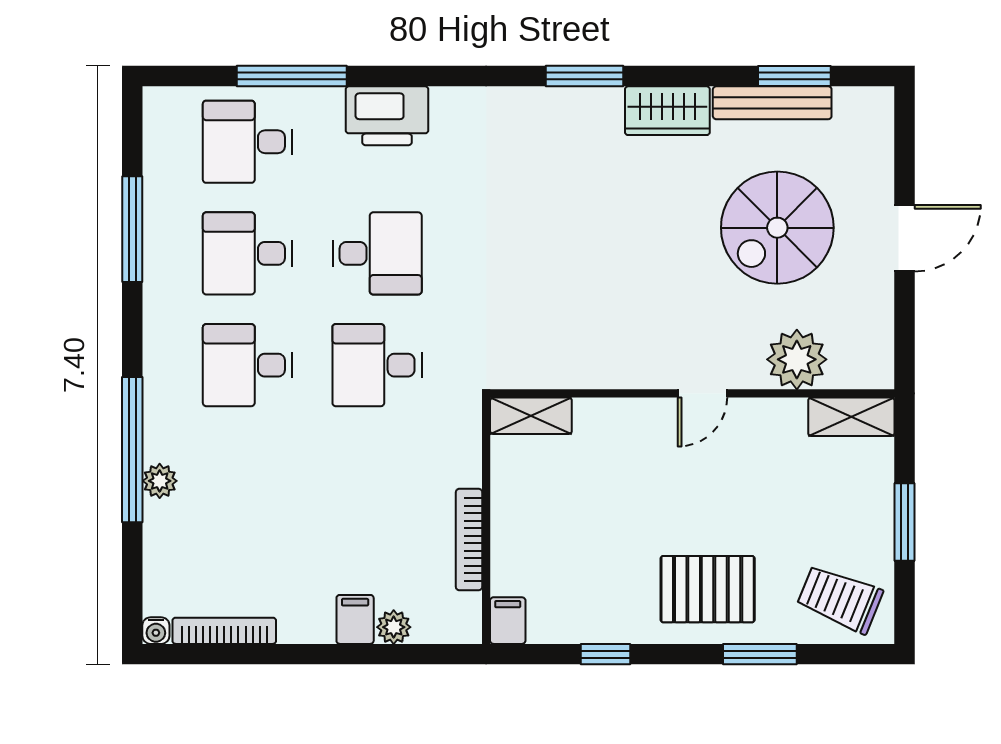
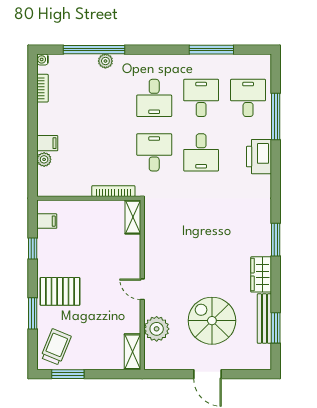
desk: (247, 365) -> (154, 98), turned 180
window: (132, 450) -> (94, 50), moved
window: (905, 522) -> (68, 374), moved
bookcase: (469, 540) -> (113, 191), moved
pallet: (708, 589) -> (60, 291), turned 90
filing cabinet: (508, 621) -> (47, 221), moved
bookcase: (224, 631) -> (42, 88), width x0.64

